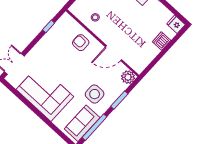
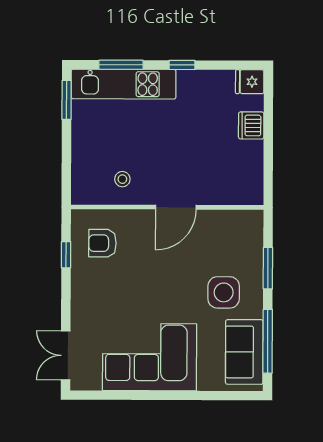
armchair: (81, 43) -> (102, 243), moved
door: (114, 53) -> (176, 207), moved
plant: (128, 77) -> (250, 223), removed

